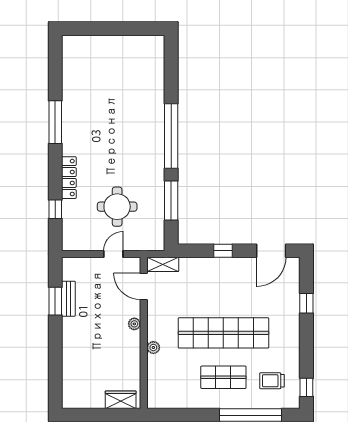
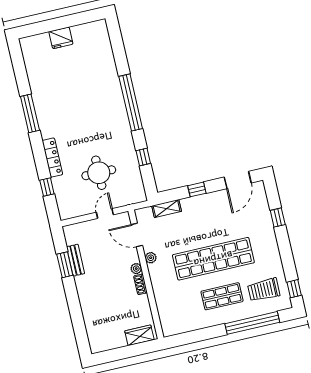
fridge: (110, 45) -> (61, 38), added
window: (171, 200) -> (143, 157), width x0.46
shelving: (163, 264) -> (167, 209), moved
shoe rack: (135, 343) -> (140, 284), added
plant: (153, 348) -> (151, 258), moved
trolley: (272, 381) -> (264, 290), width x1.36, depth x1.39

